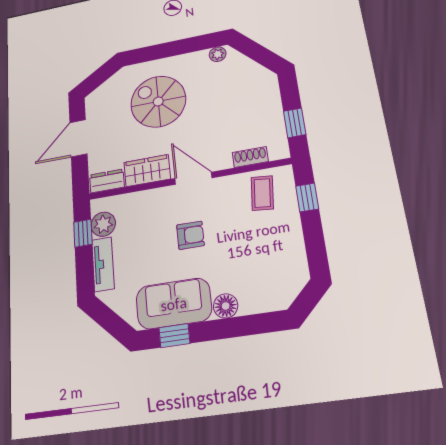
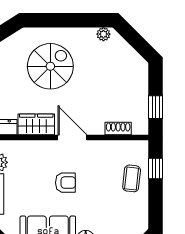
spiral stairs: (158, 101) -> (50, 66), turned 90
coffee table: (262, 193) -> (132, 178), moved

